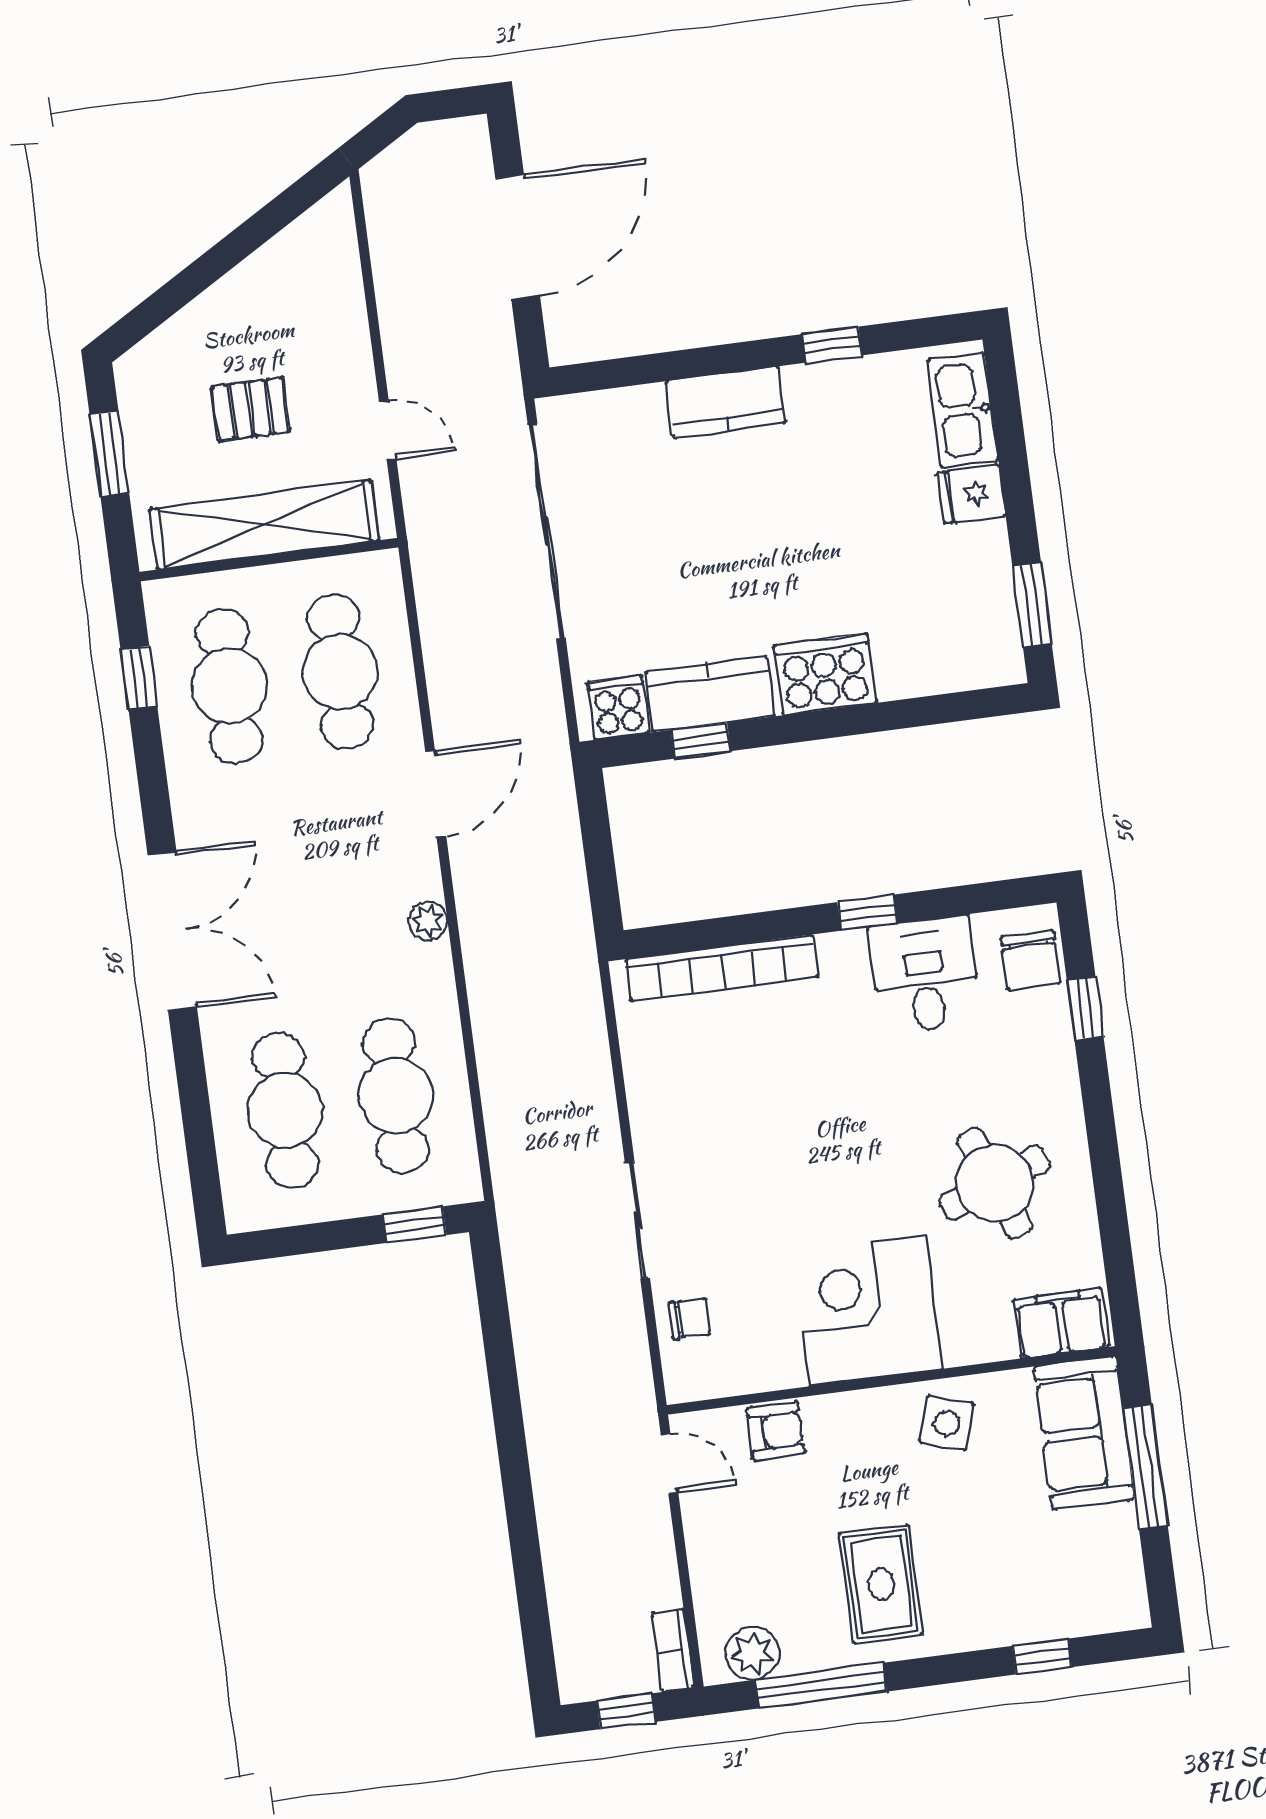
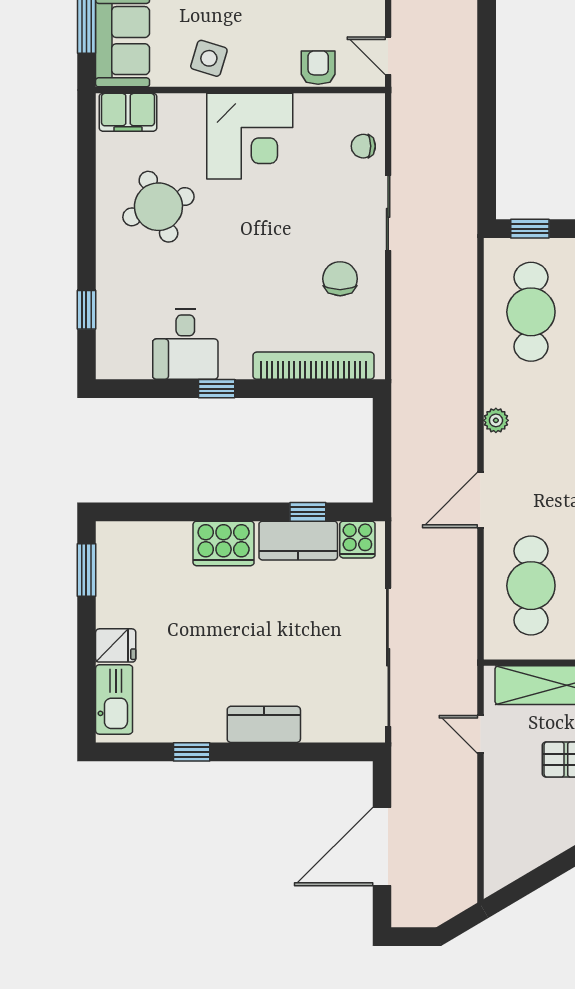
chair: (1030, 960) -> (340, 279), moved
armchair: (775, 1431) -> (318, 68), turned 90

